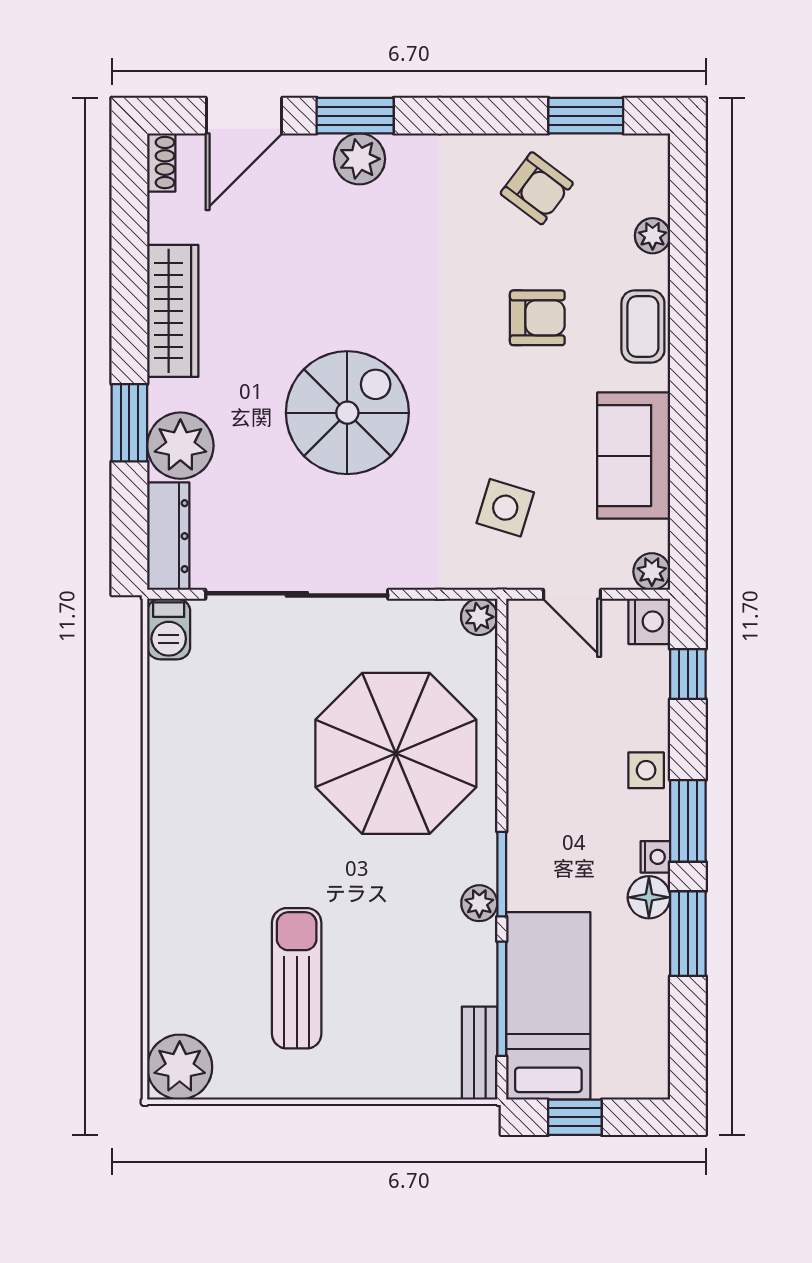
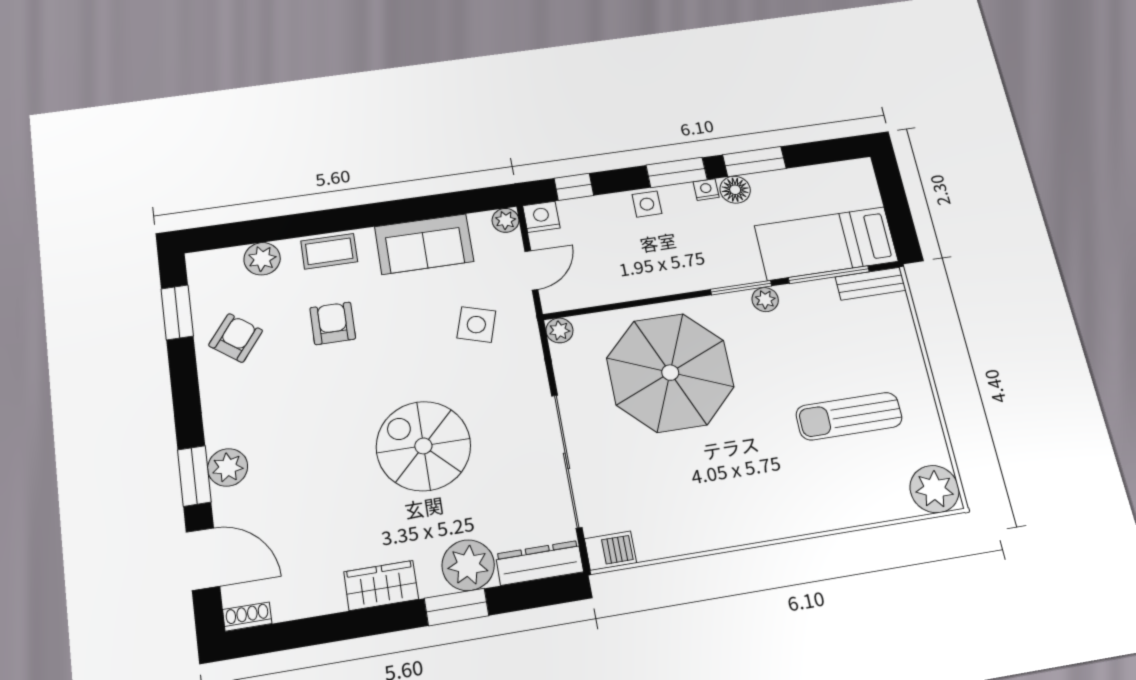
plant: (653, 236) -> (262, 259), width x1.38, depth x1.38
wardrobe: (173, 311) -> (381, 585), width x0.67
window: (575, 1117) -> (899, 215), removed

